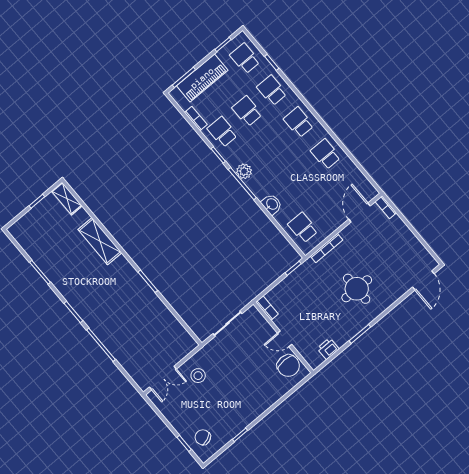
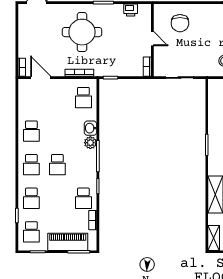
school desk: (247, 111) -> (57, 165), moved
plant: (244, 171) -> (90, 143), moved
door: (359, 212) -> (41, 78), swing flipped
round table: (357, 289) -> (82, 32), width x1.36, depth x1.36
chair: (288, 366) -> (180, 23), moved, turned 180

